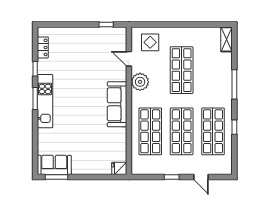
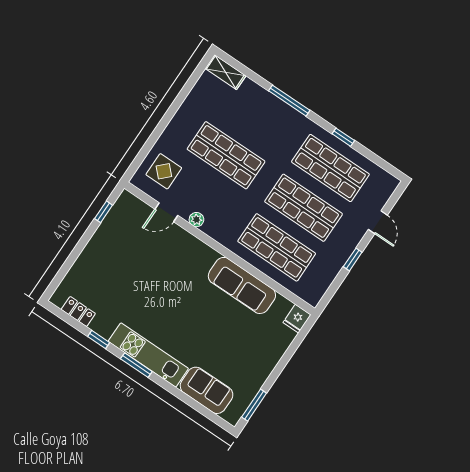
plant: (140, 82) -> (196, 220), width x0.53, depth x0.53
sofa: (117, 104) -> (242, 285), moved
sofa: (54, 165) -> (207, 390), moved, turned 90
door: (201, 177) -> (378, 222), hinge flipped

